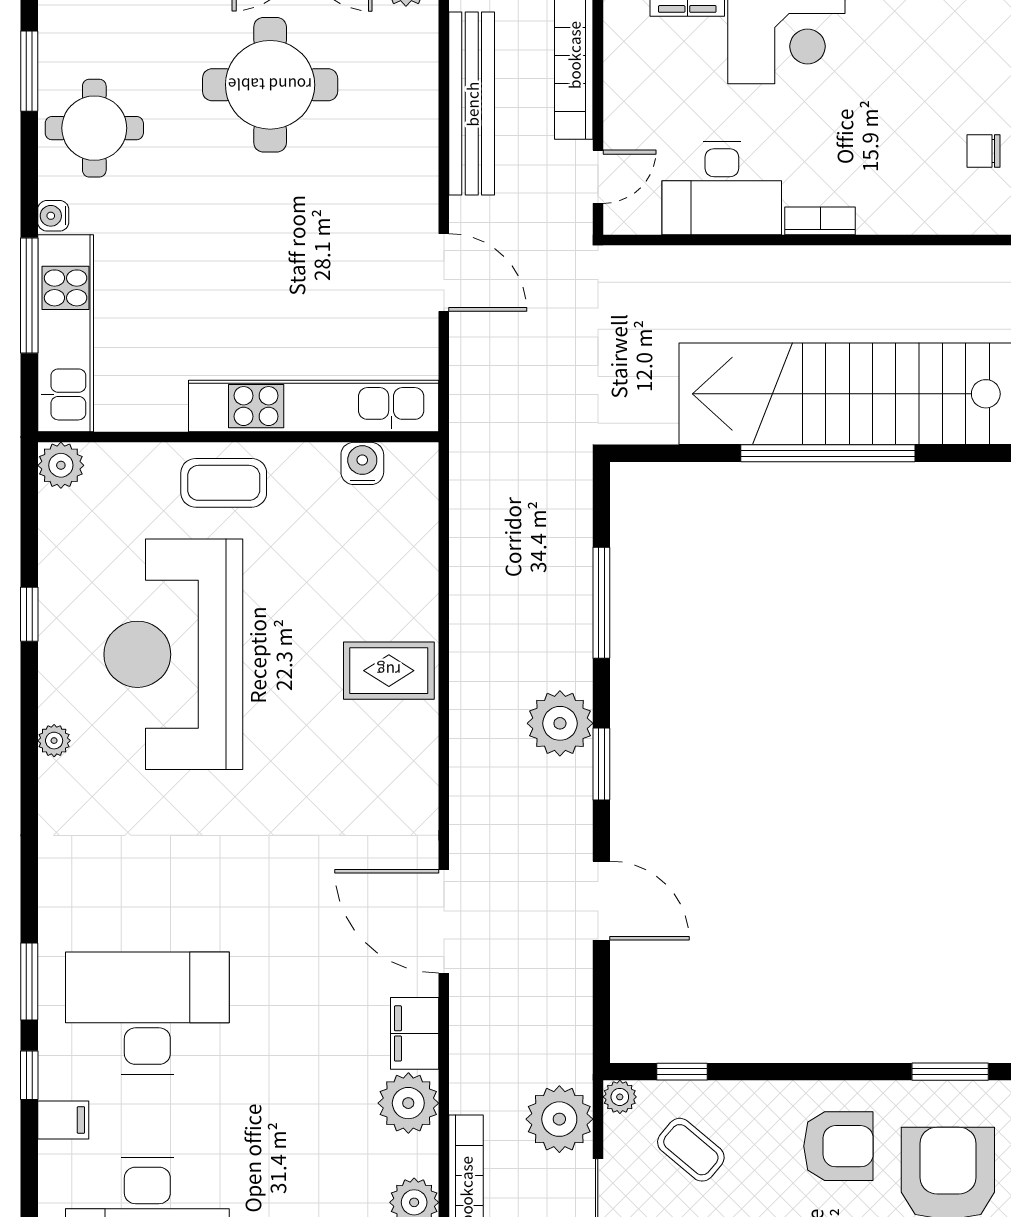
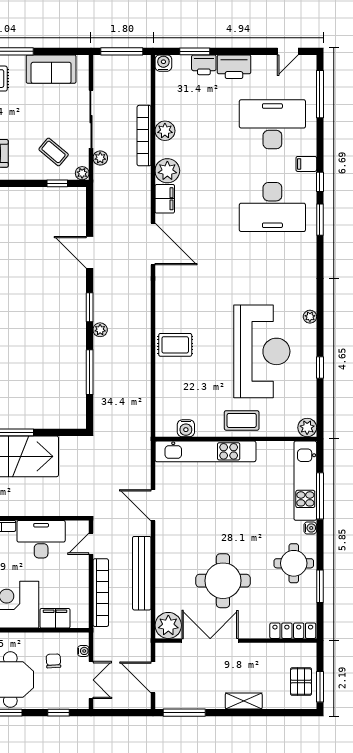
plant: (560, 723) -> (100, 330), width x0.53, depth x0.53
plant: (559, 1119) -> (100, 158), width x0.53, depth x0.53

